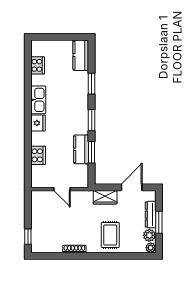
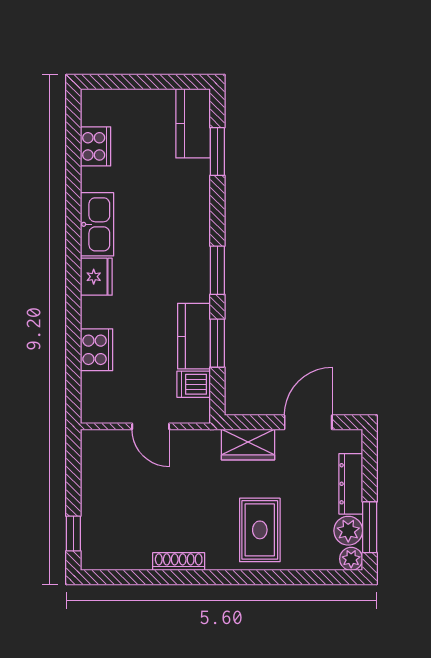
window: (92, 84) -> (217, 151), moved
dishwasher: (81, 171) -> (194, 384), added
window: (159, 222) -> (370, 527), moved

